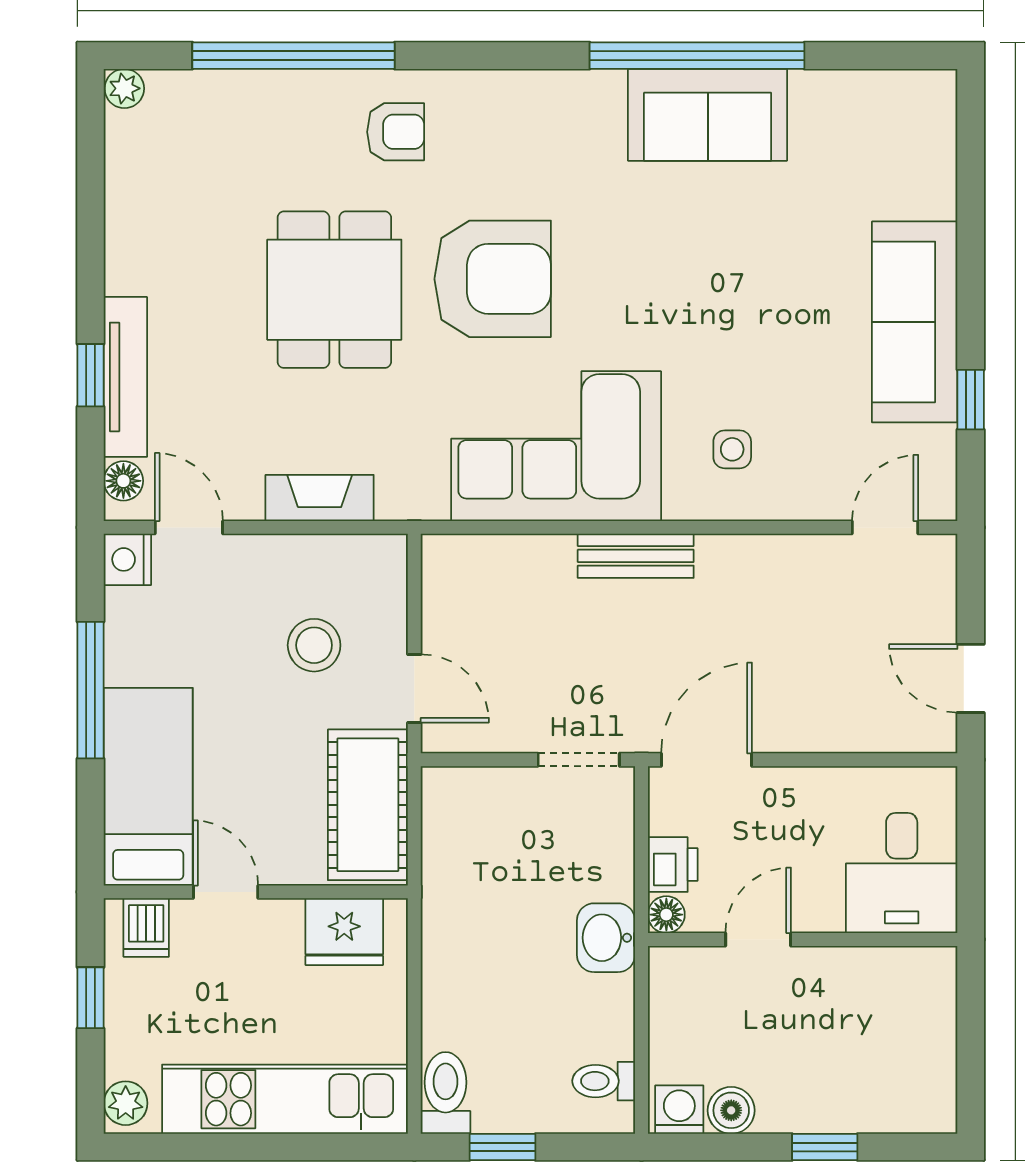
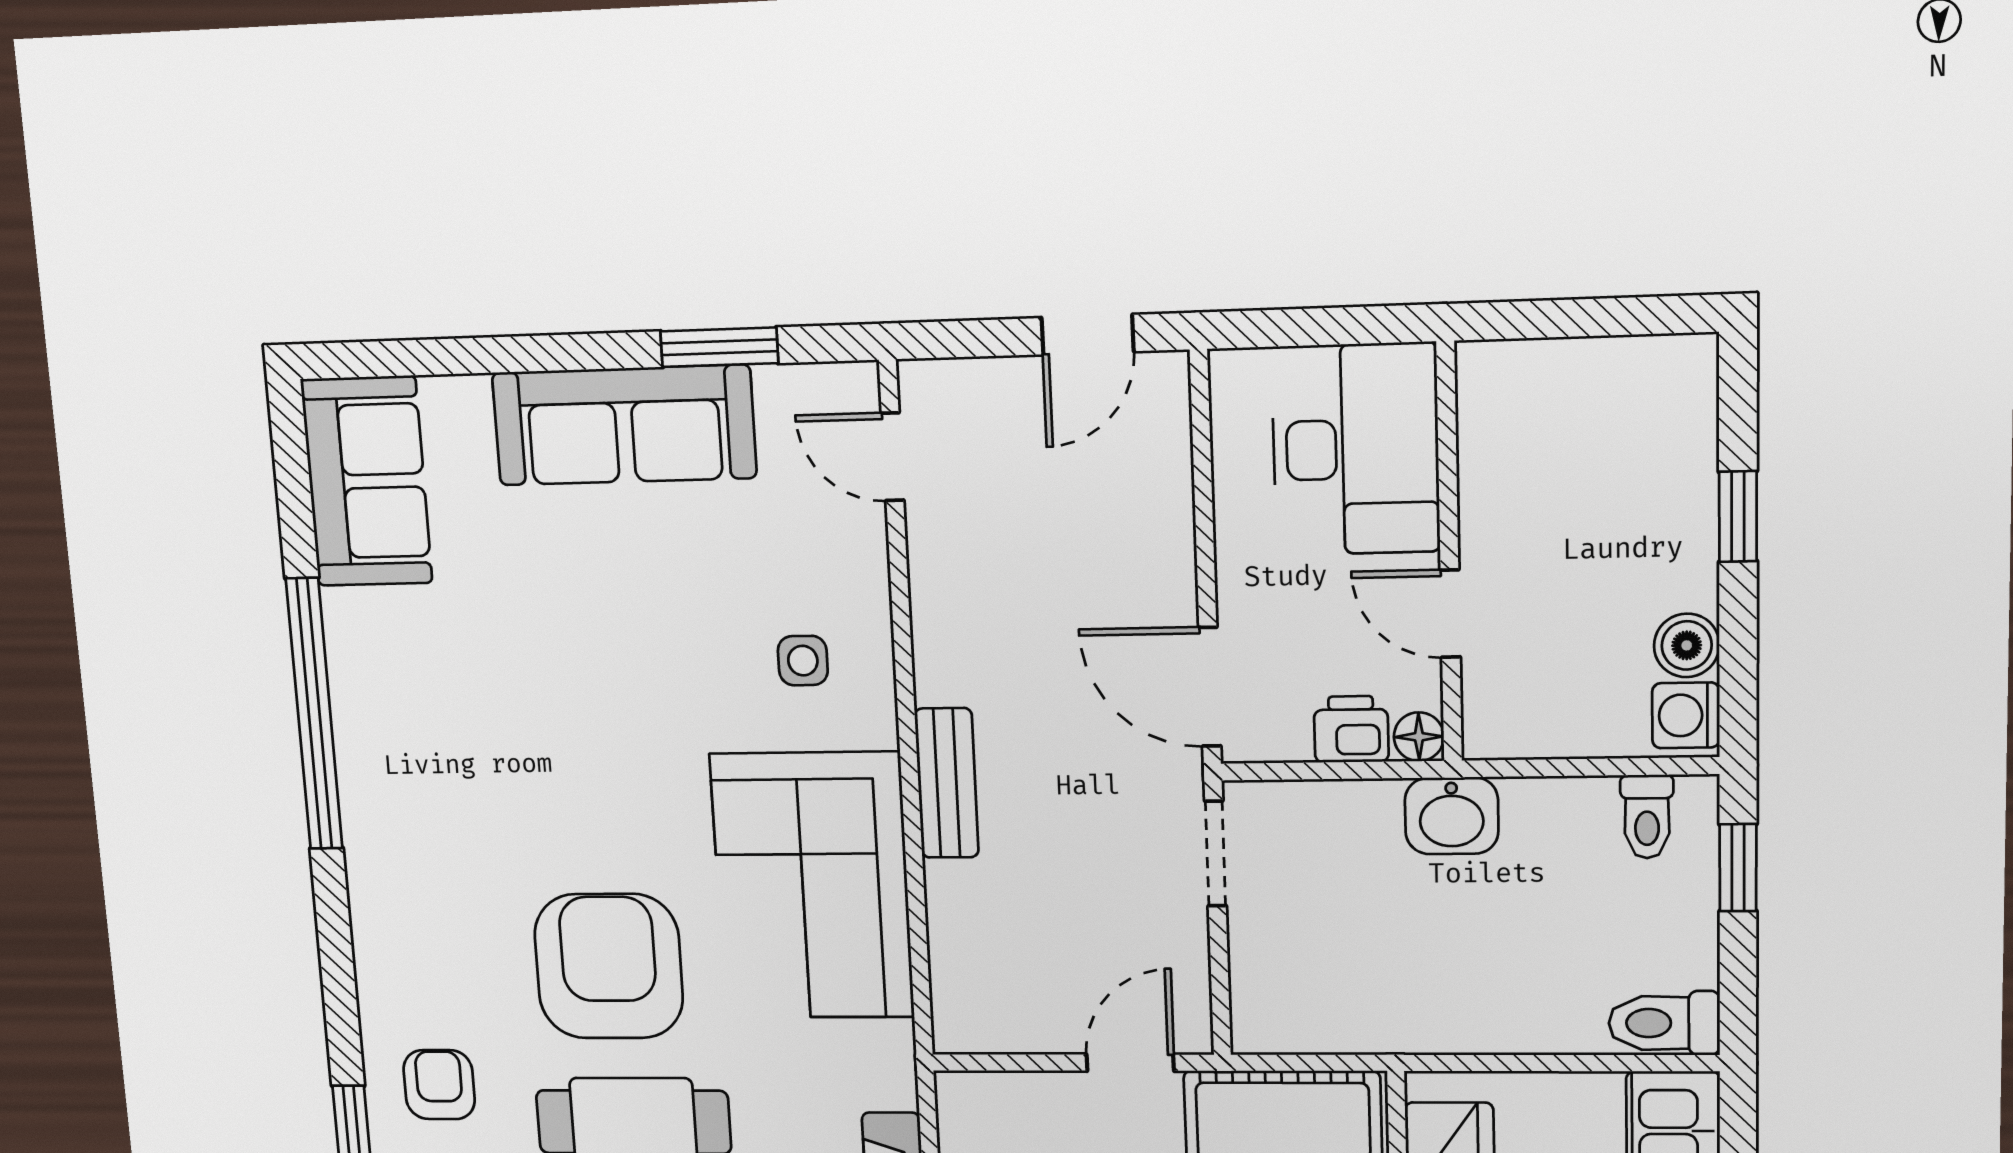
sofa: (708, 115) -> (367, 481), moved
window: (971, 400) -> (719, 347), width x1.50
desk: (902, 873) -> (1356, 449), width x1.37
window: (502, 1147) -> (1738, 868), moved

